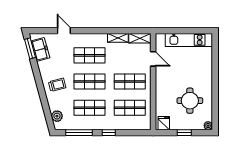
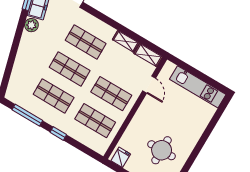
trolley: (57, 85) -> (34, 52), removed
plant: (57, 116) -> (31, 25), moved

